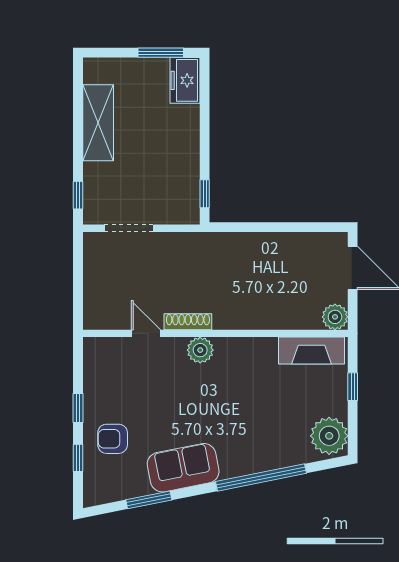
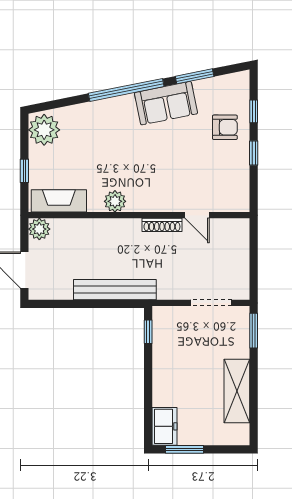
window: (78, 195) -> (254, 331), width x1.50
bench: (244, 244) -> (115, 290), added
plant: (200, 350) -> (115, 201), moved
window: (261, 477) -> (126, 90), moved

